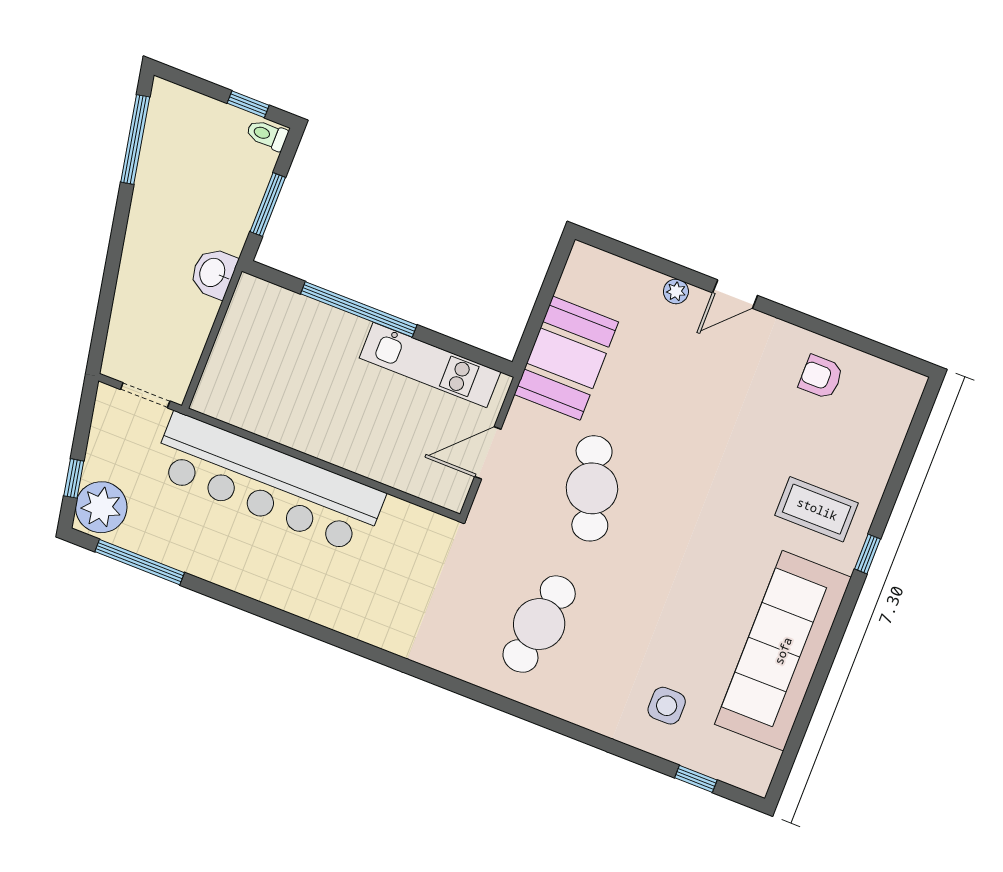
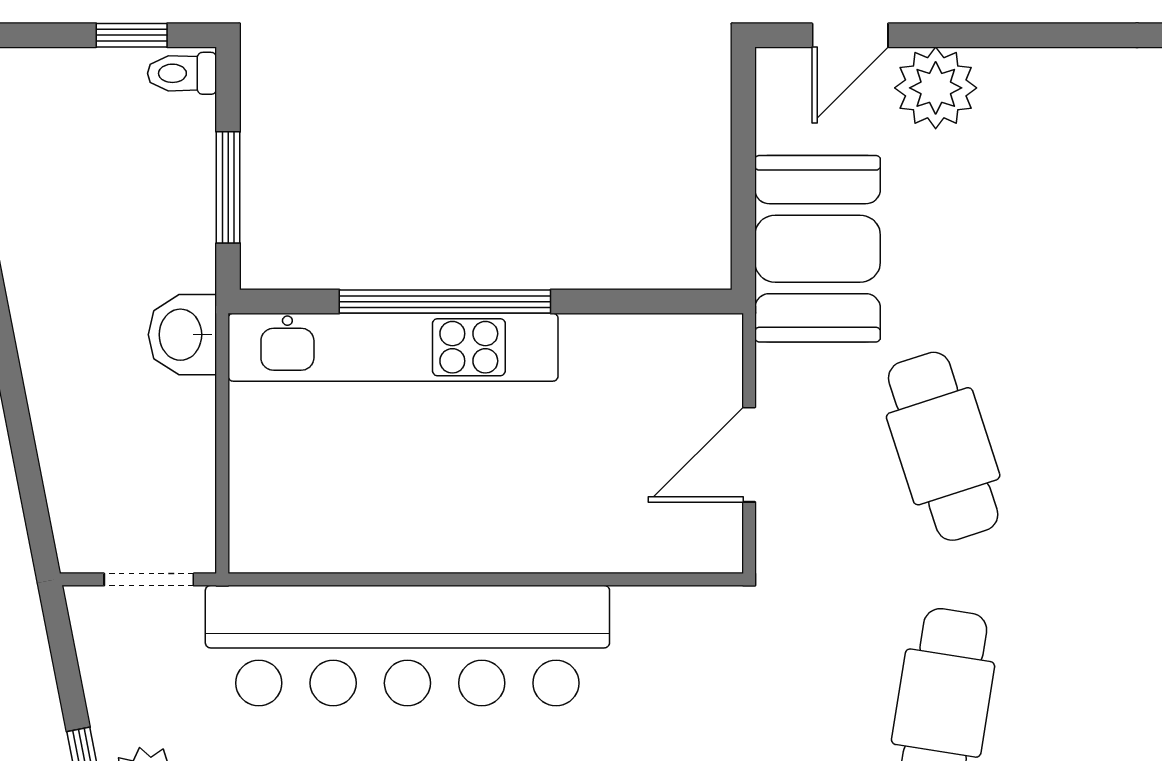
plant: (676, 291) -> (936, 88), width x1.88, depth x1.88
door: (735, 294) -> (850, 35), moved
kitchen unit: (430, 365) -> (393, 347), moved, width x1.36

